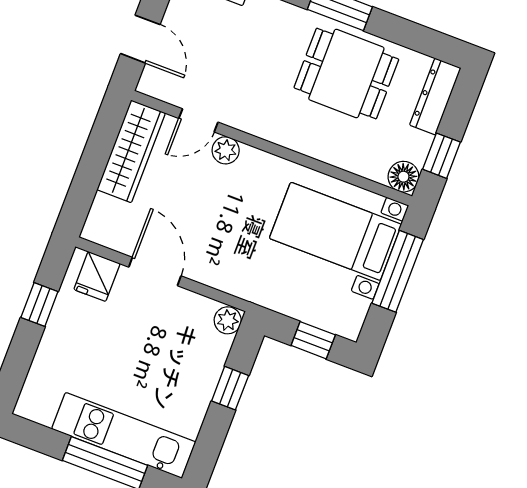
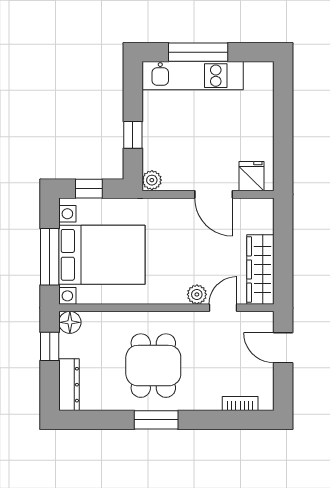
dining table: (346, 74) -> (153, 366), moved, turned 90
bed with nightstands: (335, 231) -> (102, 255), width x1.36
window: (39, 304) -> (283, 142), removed

